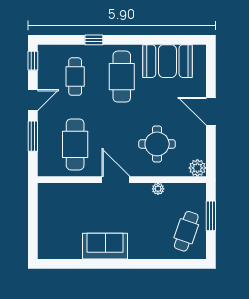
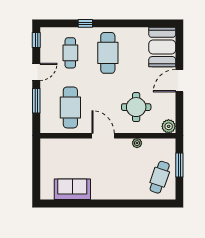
booth: (167, 61) -> (162, 47), moved, turned 90
door: (211, 111) -> (179, 81), hinge flipped
sofa: (105, 246) -> (72, 189), moved

